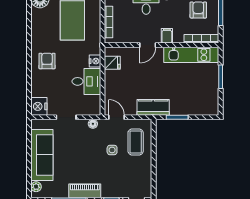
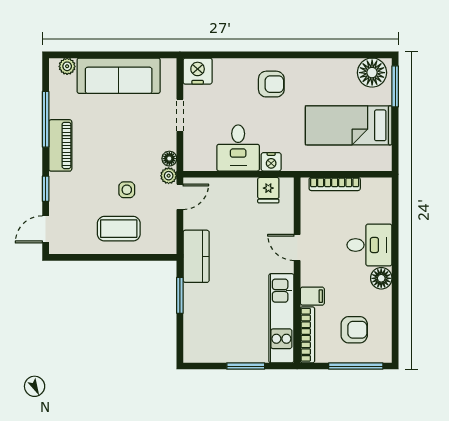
filing cabinet: (167, 36) -> (312, 296), moved
plant: (103, 124) -> (169, 176), added
coffee table: (136, 142) -> (119, 229), moved

